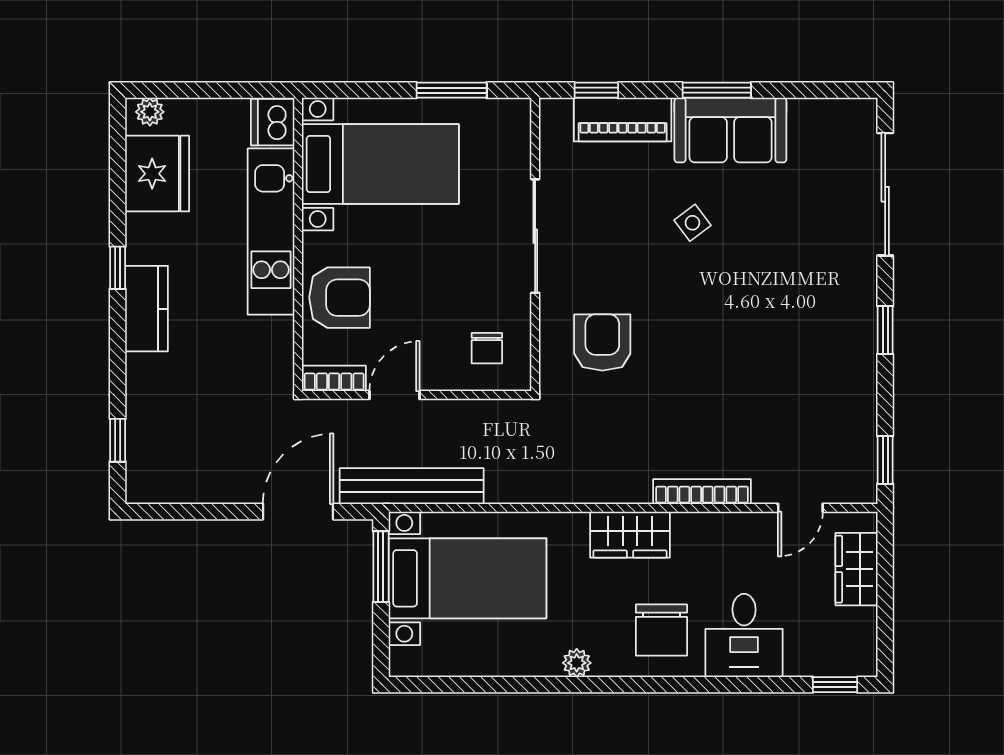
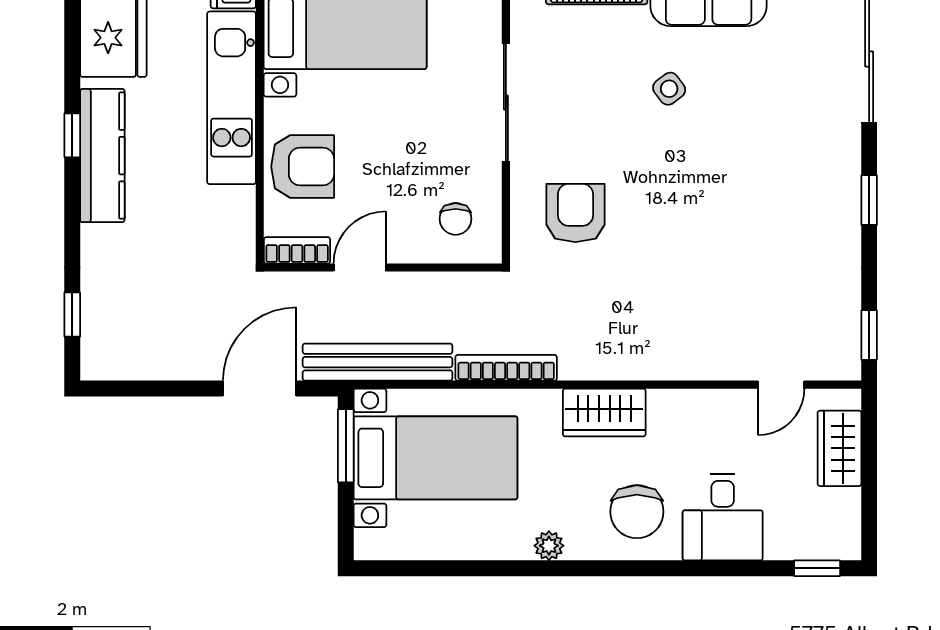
kitchen counter: (147, 309) -> (102, 156), width x1.50
bookcase: (702, 492) -> (506, 368), moved

